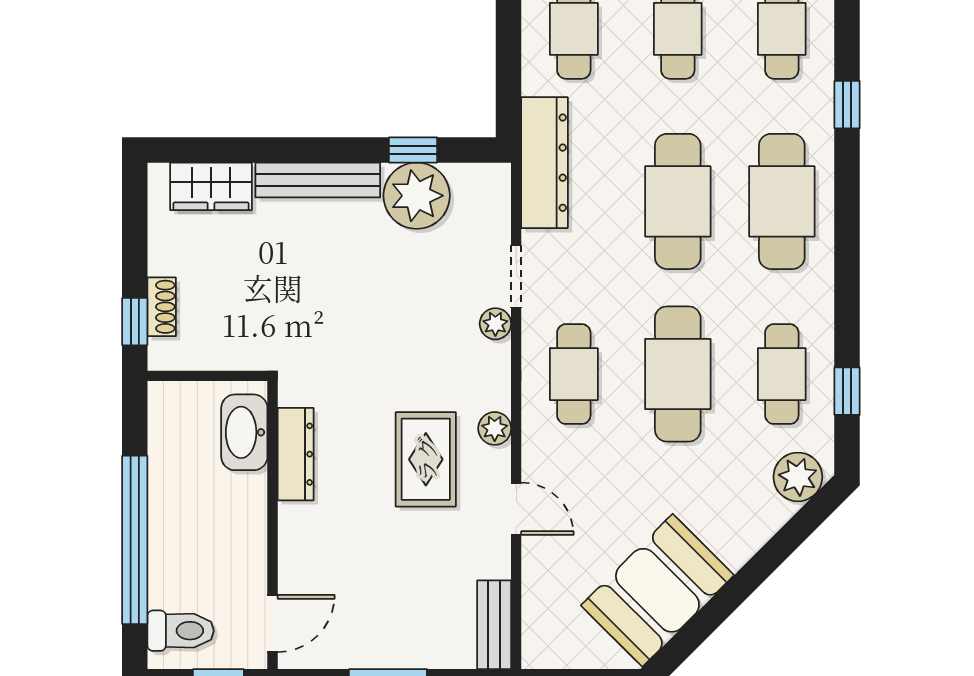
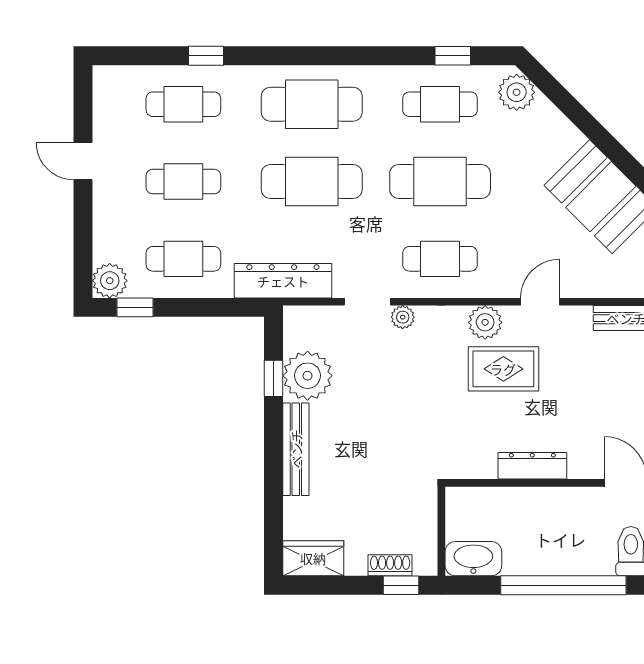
window: (847, 105) -> (206, 56), moved
wardrobe: (211, 186) -> (313, 558), moved, turned -90
plant: (495, 428) -> (485, 322), width x1.38, depth x1.38
washbasin: (244, 432) -> (473, 559), moved, turned 180
dresser: (296, 454) -> (532, 466), moved

